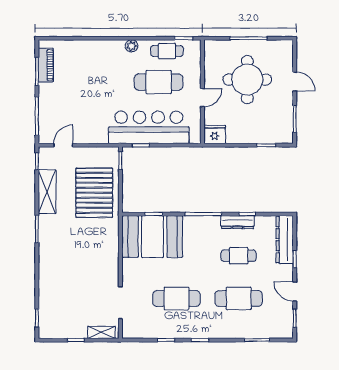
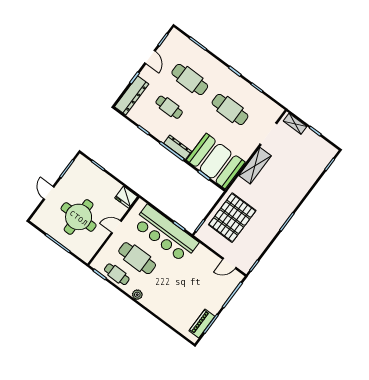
shelving: (47, 192) -> (255, 166), moved
dresser: (238, 222) -> (178, 147), moved

